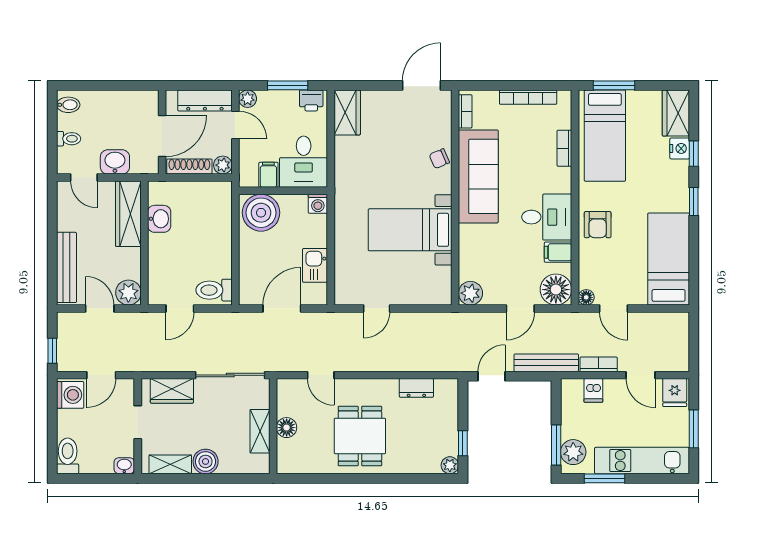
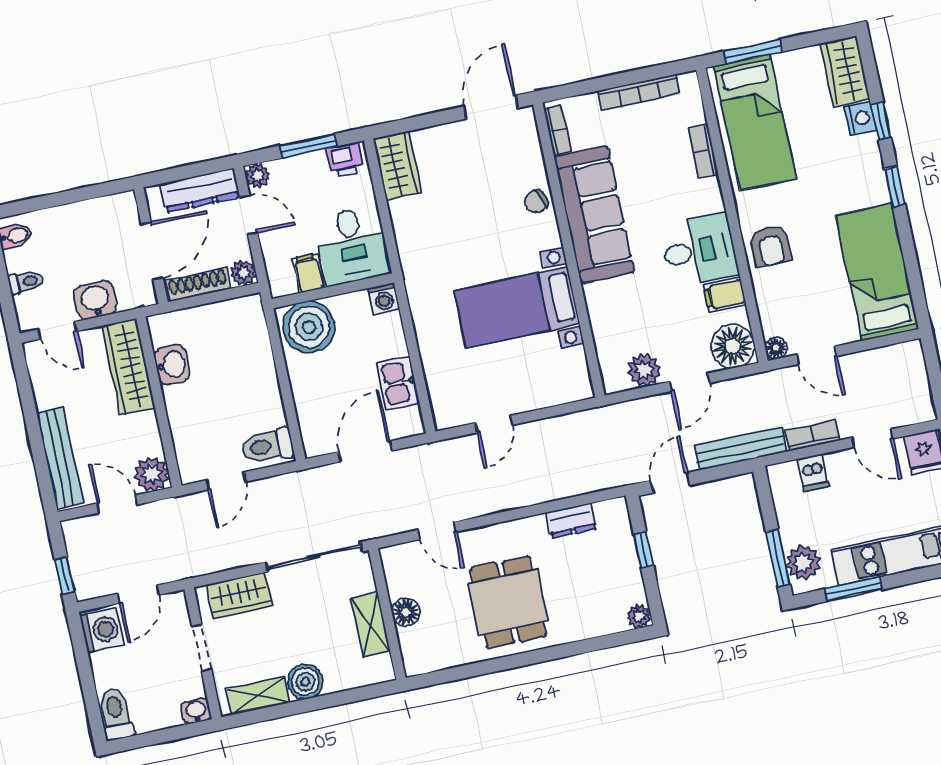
plant: (470, 293) -> (644, 370), moved
window: (463, 443) -> (644, 549), moved

